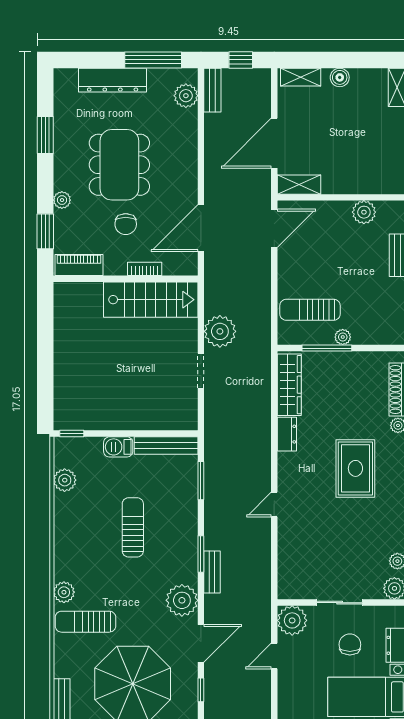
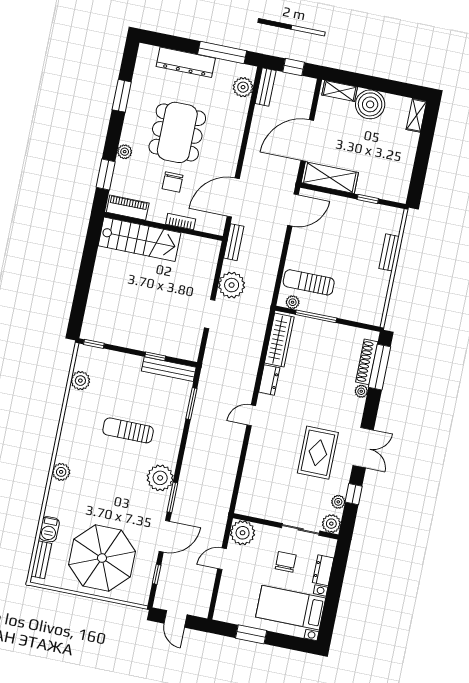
boiler: (340, 77) -> (370, 104), width x1.86, depth x1.86
shelving: (299, 185) -> (330, 178), width x1.50, depth x1.33
window: (360, 197) -> (368, 199), added
plant: (364, 212) -> (369, 212), removed
stairs: (151, 300) -> (139, 239), moved
plant: (343, 337) -> (293, 302), moved
window: (147, 434) -> (155, 356), added
barbecue: (118, 447) -> (49, 529), moved, turned -90
rug: (355, 468) -> (318, 453), moved
door: (274, 505) -> (251, 415), moved
sun lounger: (133, 527) -> (128, 430), turned -90
window: (201, 554) -> (172, 497), moved
bench: (212, 572) -> (234, 242), moved
plant: (182, 600) -> (160, 478), moved
sliding door: (340, 603) -> (301, 529), moved
sun lounger: (85, 622) -> (74, 499), removed

